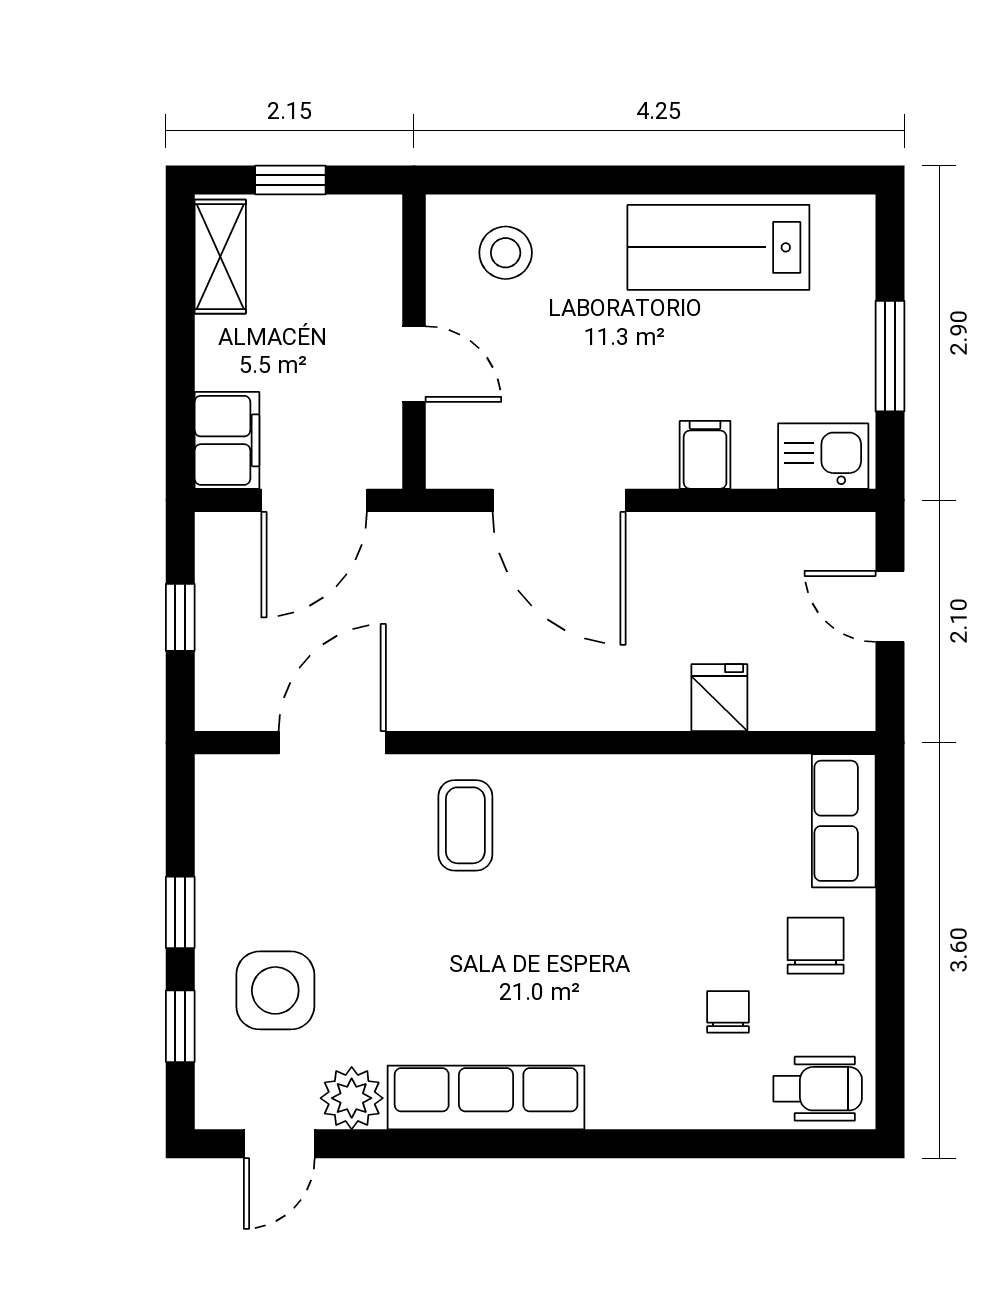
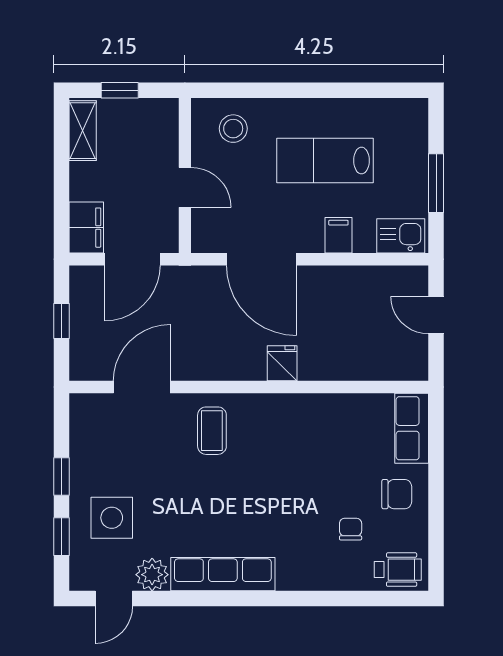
lab bench: (718, 247) -> (325, 161), moved
fridge: (719, 698) -> (282, 363), moved
chair: (816, 946) -> (397, 494), turned 90

